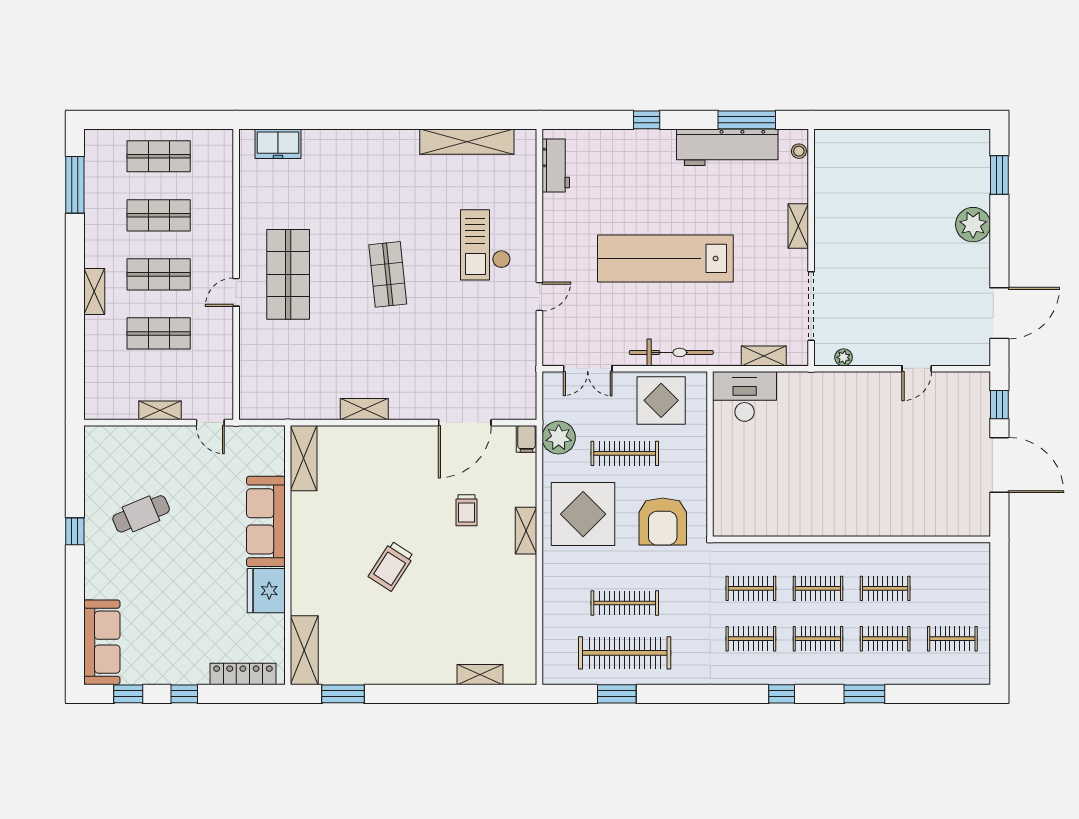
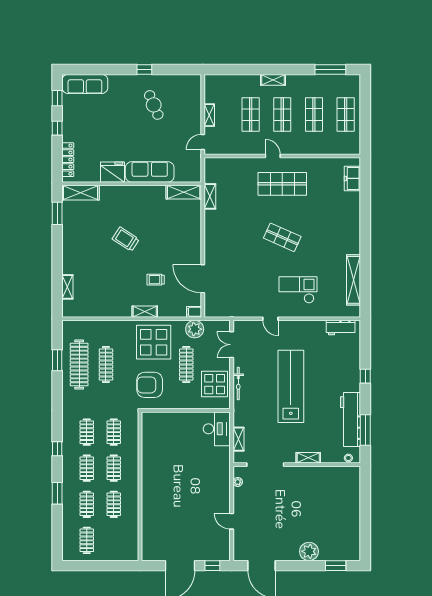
shop shelf: (388, 274) -> (282, 237), turned 30
bicycle: (671, 352) -> (238, 383), width x0.73, depth x0.71
shelving: (364, 409) -> (210, 196), moved

